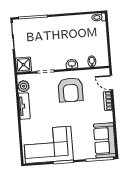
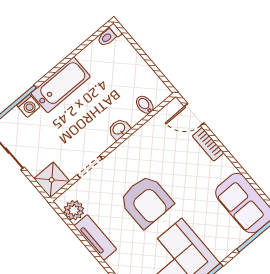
washing machine: (38, 23) -> (28, 106), added
bathtub: (60, 24) -> (61, 85), added
armchair: (71, 90) -> (146, 201), moved

